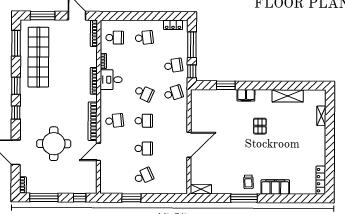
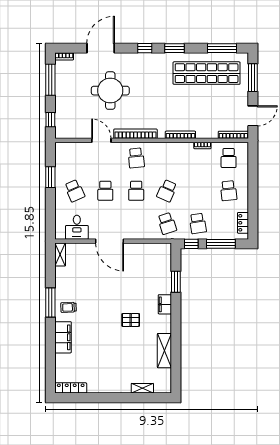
desk: (111, 80) -> (77, 227), moved, turned 180

